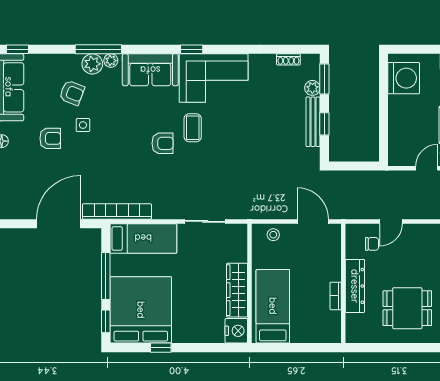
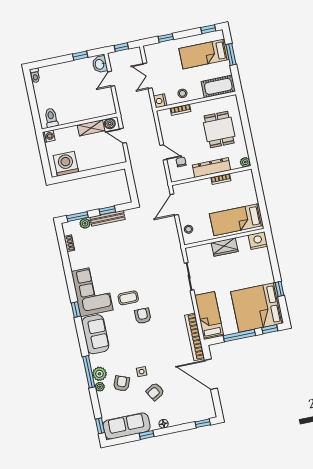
plant: (111, 61) -> (100, 387), moved
armchair: (50, 138) -> (155, 392), turned -121
wardrobe: (237, 290) -> (225, 247), width x0.67
plant: (353, 336) -> (245, 162), added

